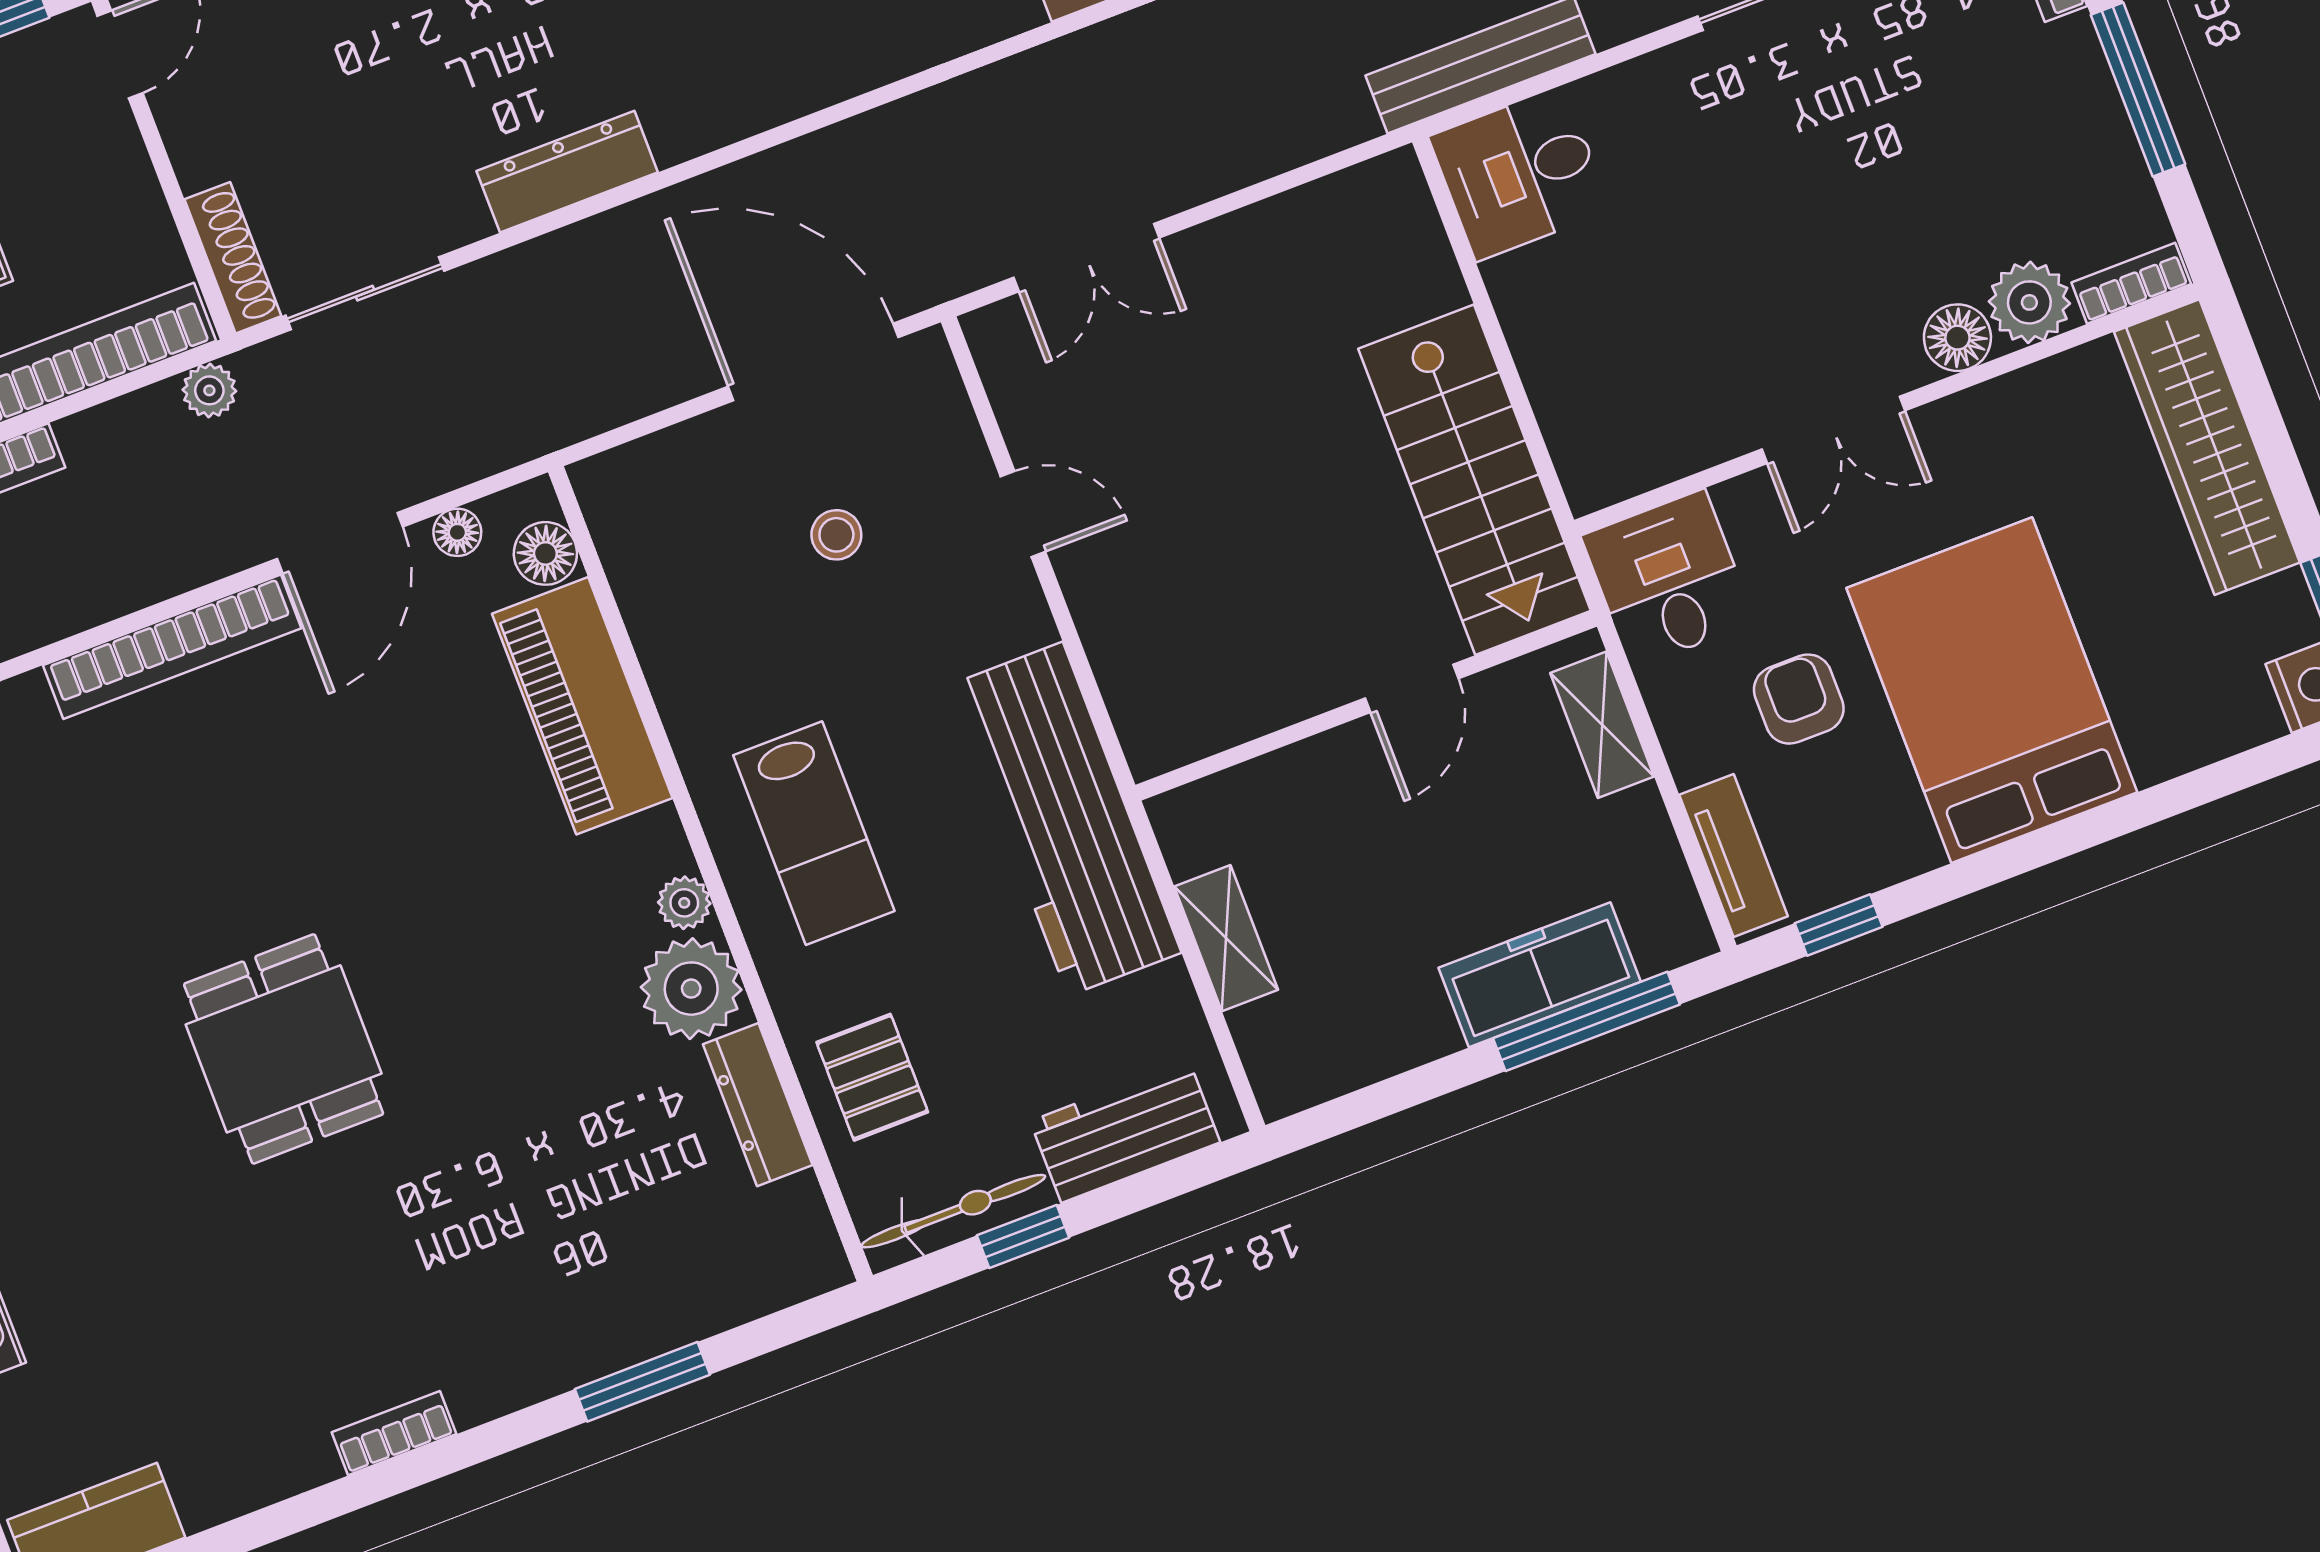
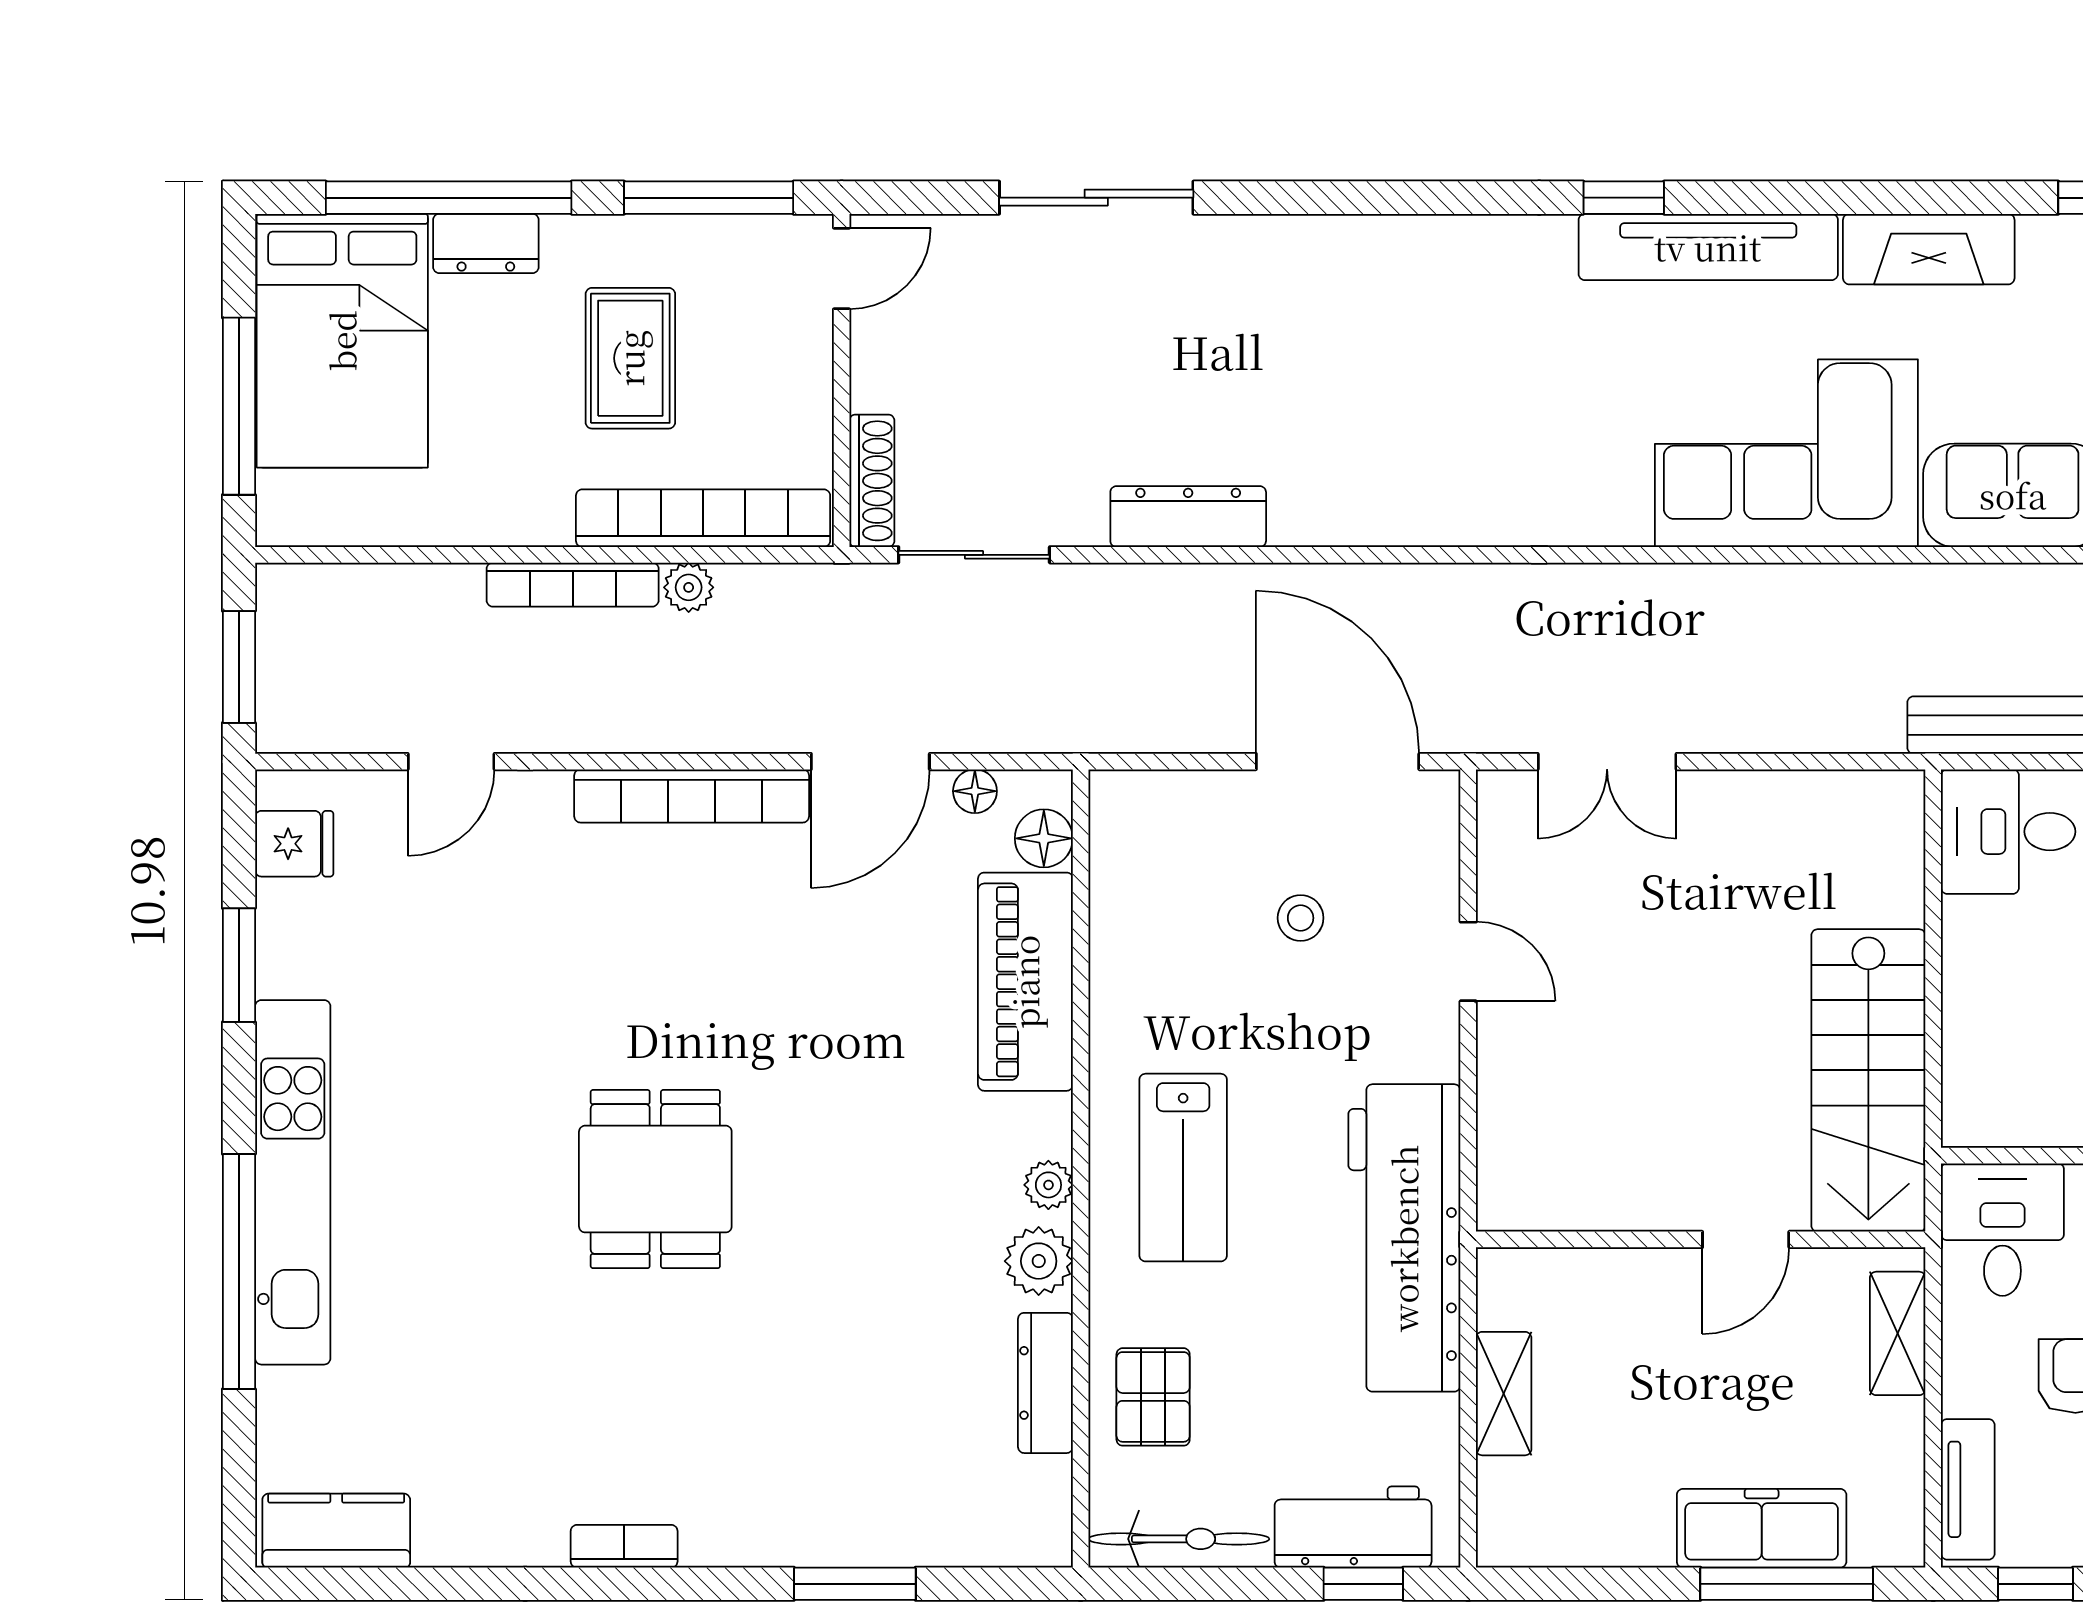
plant: (209, 390) -> (689, 587), moved
plant: (691, 989) -> (1039, 1261), width x0.73, depth x0.73
window: (1023, 1237) -> (1363, 1584), moved

